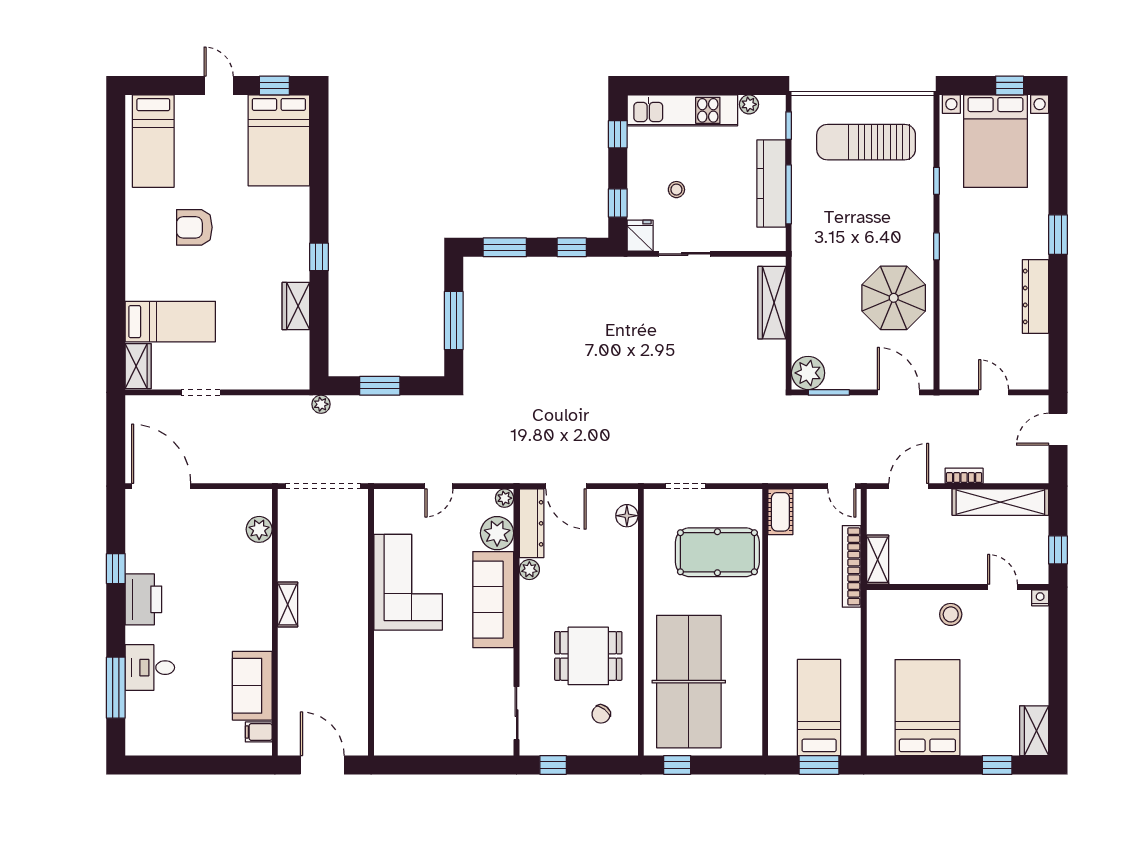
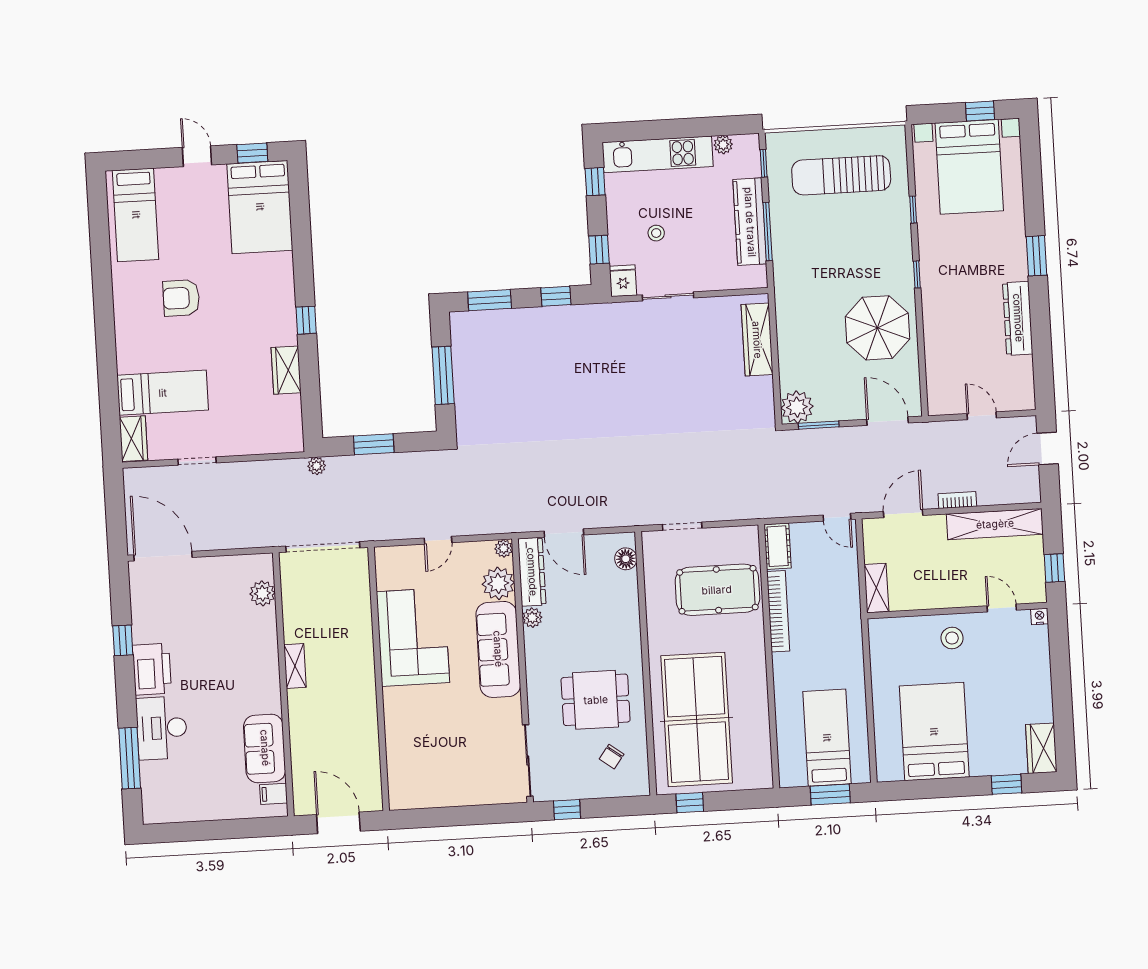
bookcase: (852, 566) -> (778, 611), moved, turned 180
desk: (150, 668) -> (162, 728), width x1.37
sliding door: (517, 713) -> (528, 761), width x1.37

